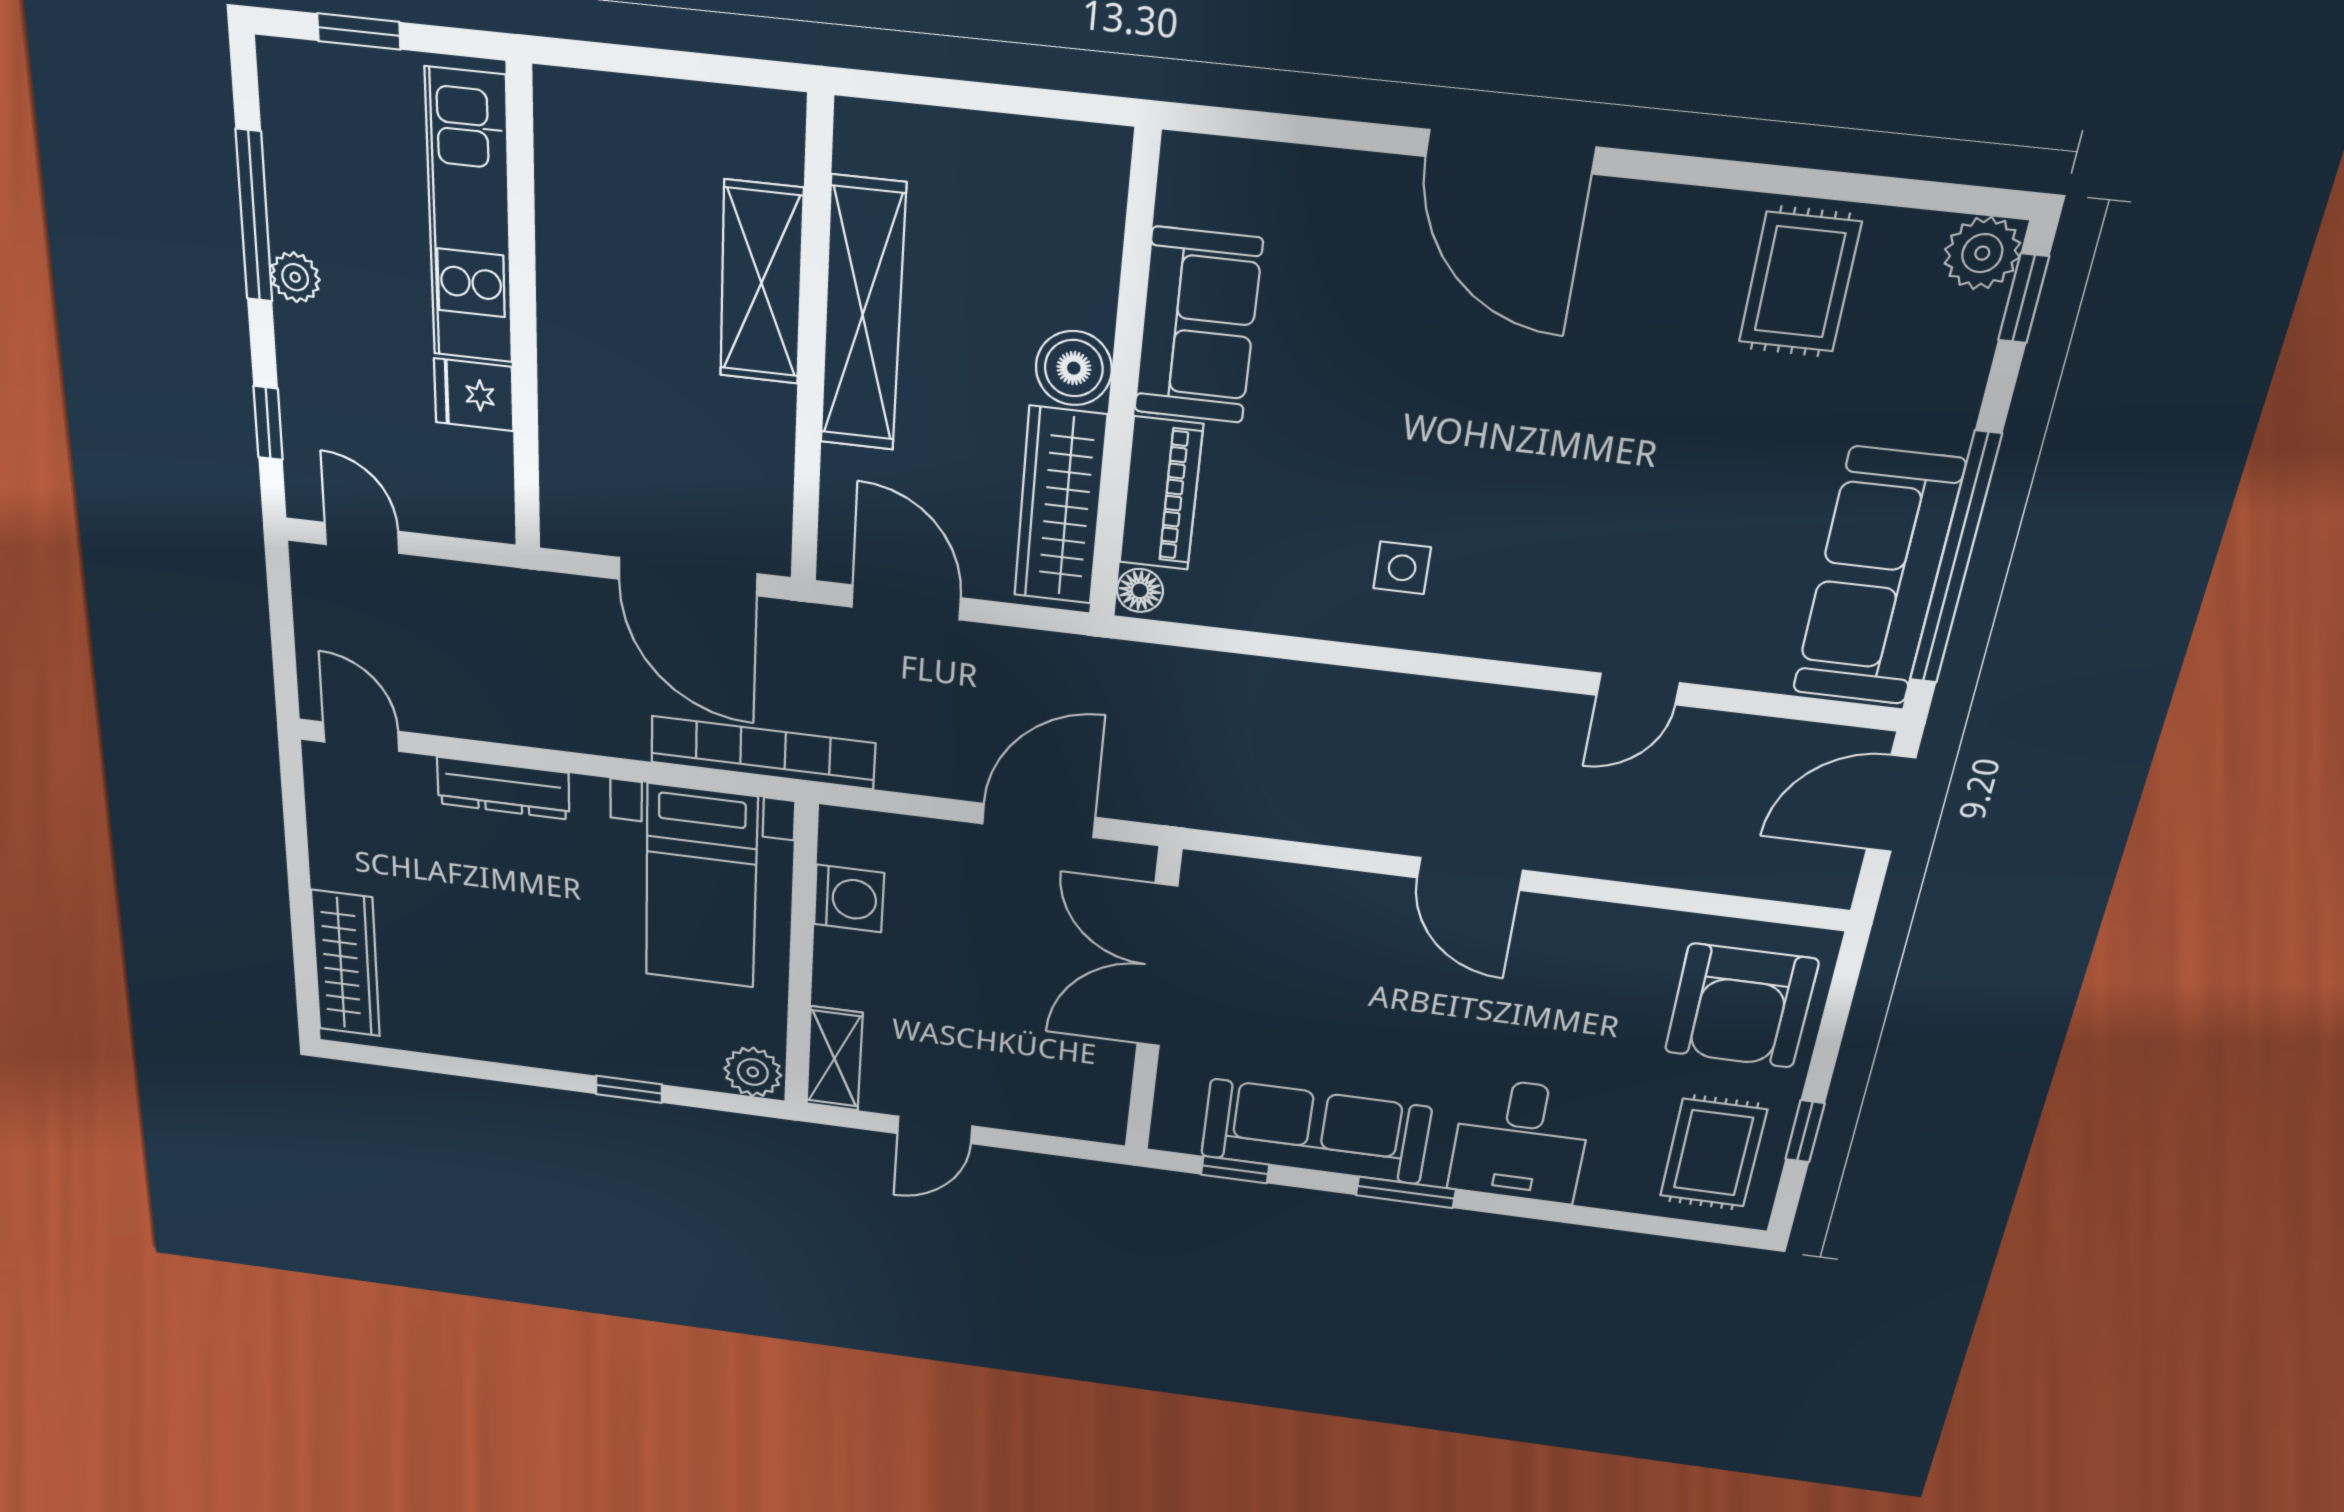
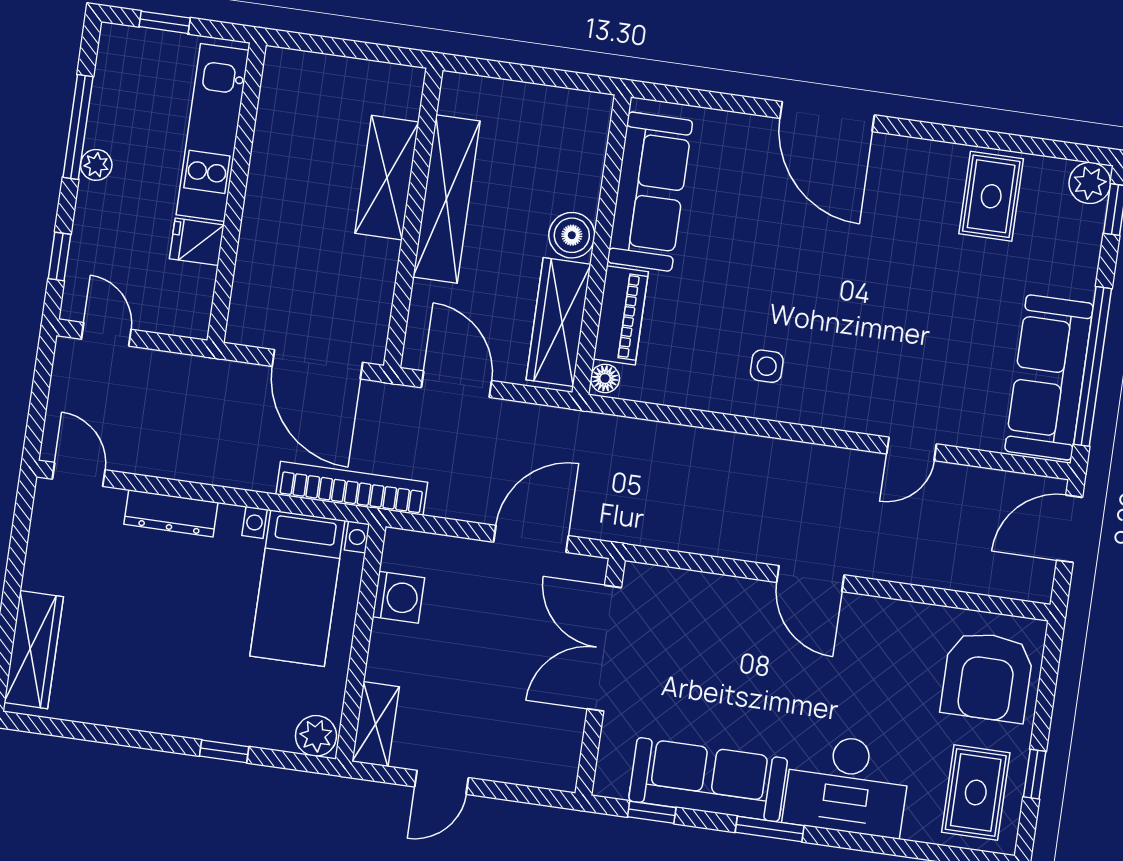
sofa: (1198, 326) -> (650, 192), width x1.36
desk: (1520, 1141) -> (847, 785), width x1.37

